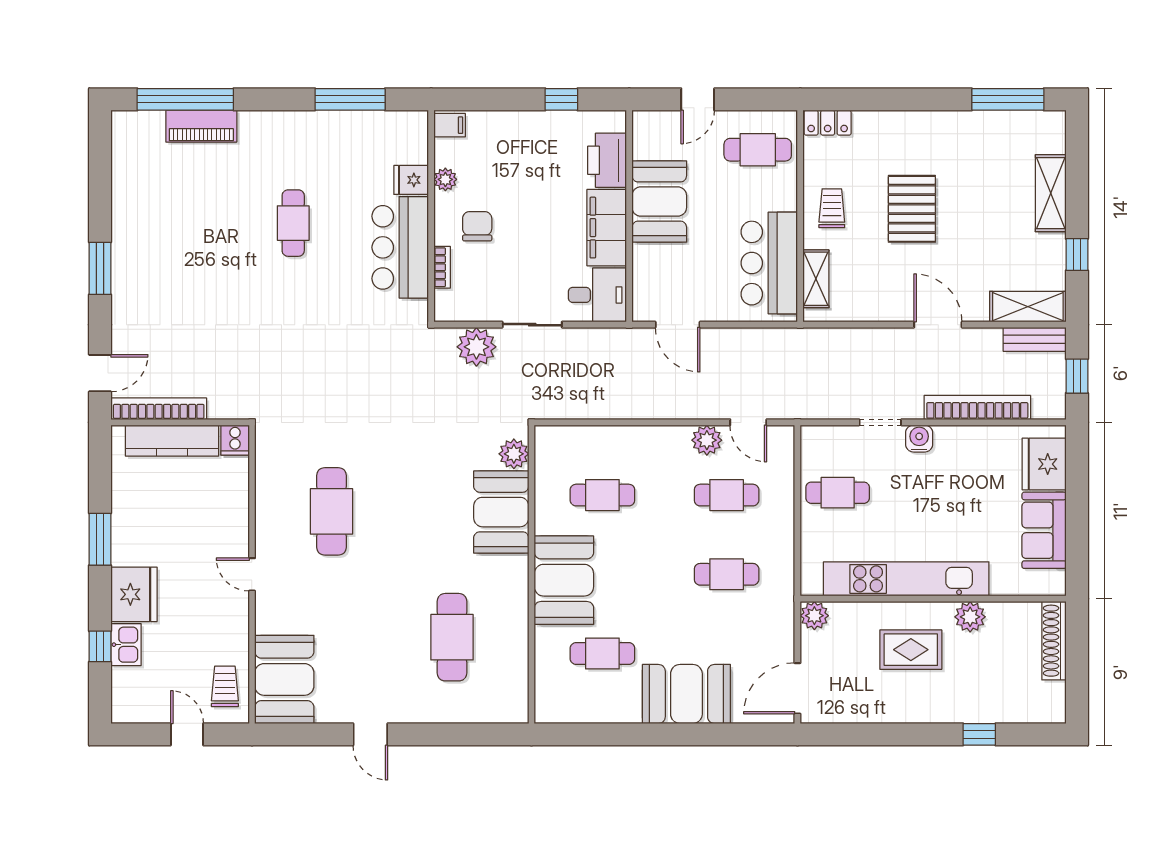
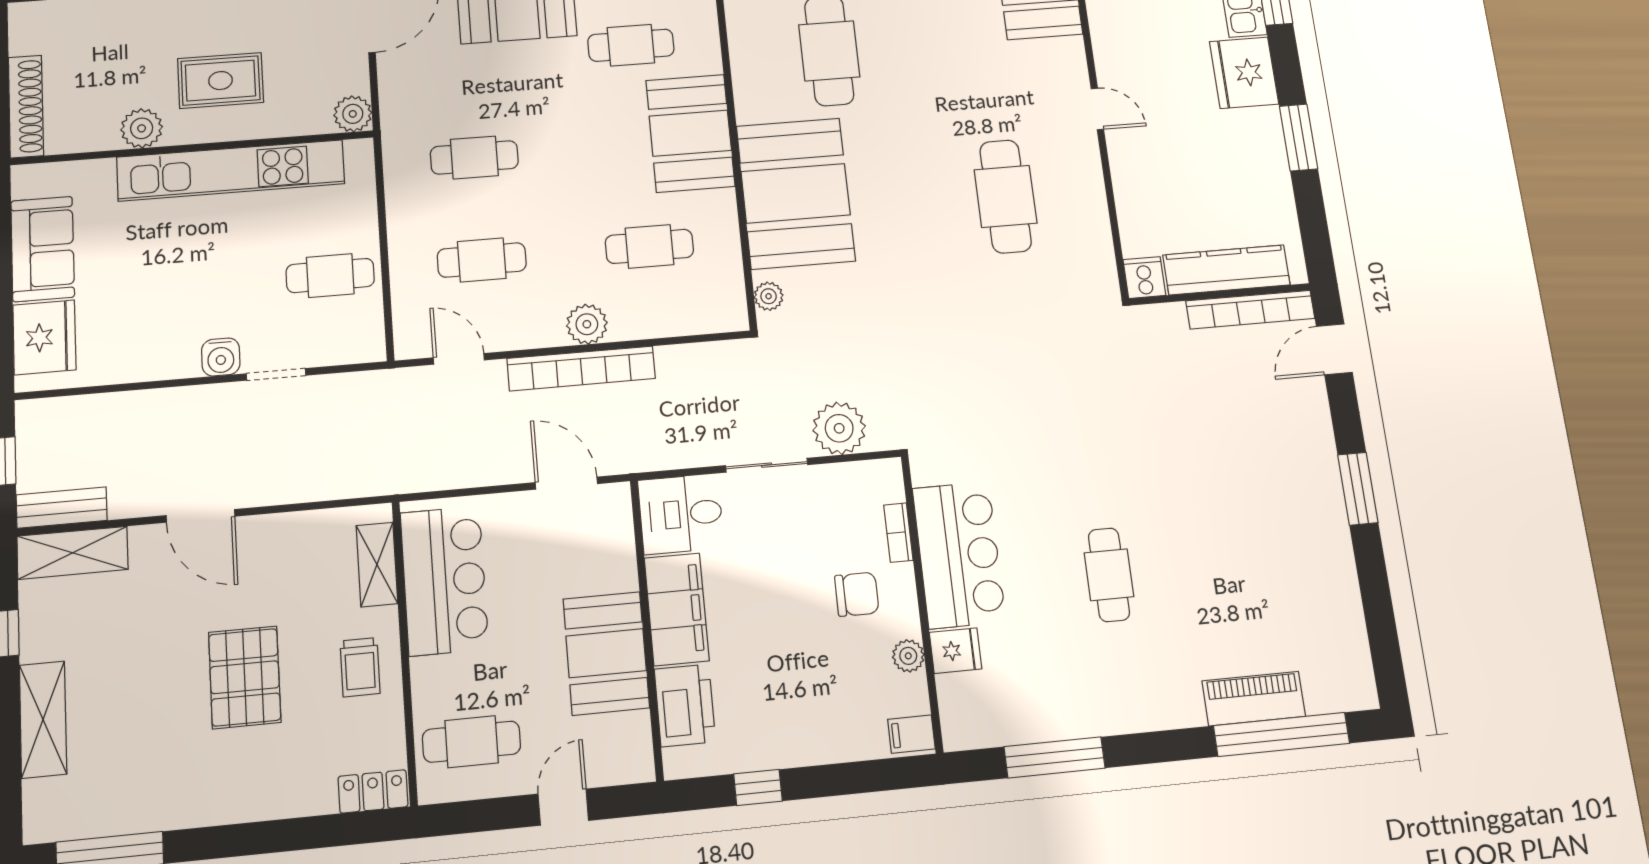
chair: (477, 226) -> (857, 594), turned -90
bookcase: (977, 407) -> (581, 368), moved
plant: (707, 440) -> (587, 324), moved
plant: (514, 454) -> (769, 296), width x0.73, depth x0.73
booth: (501, 512) -> (796, 193), width x1.36, depth x1.42

